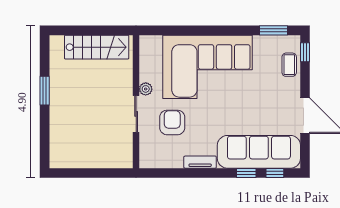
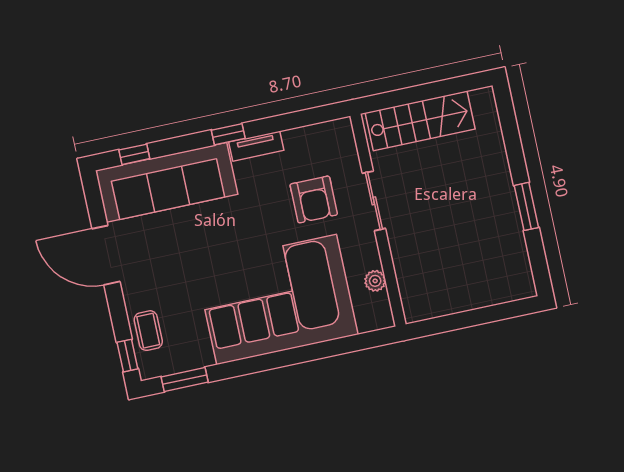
stairs: (97, 47) -> (420, 121), moved, turned 180
plant: (146, 89) -> (375, 281), moved
window: (246, 173) -> (228, 134), moved

